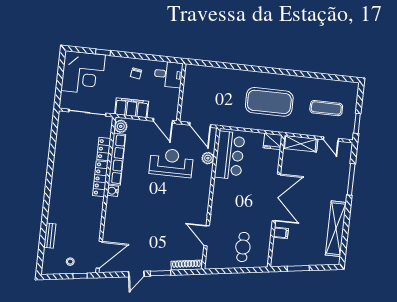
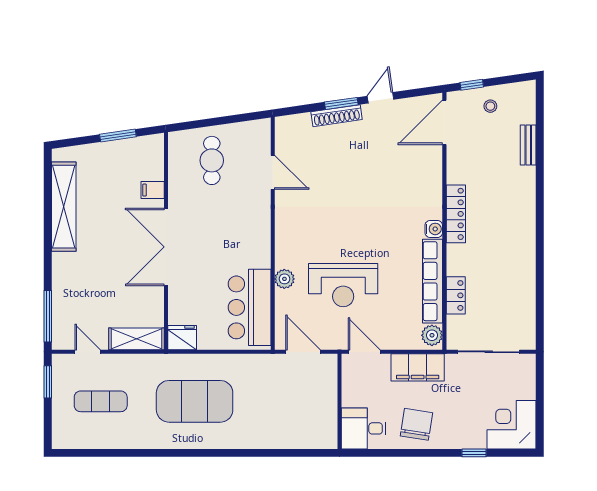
corner desk: (83, 73) -> (512, 425), width x0.74, depth x0.74
chair: (136, 73) -> (416, 424), width x1.87, depth x1.87
plant: (208, 158) -> (284, 279), moved
locker: (100, 179) -> (456, 214), moved
window: (351, 179) -> (48, 316), moved
shoe rack: (186, 265) -> (337, 116), moved

